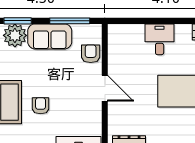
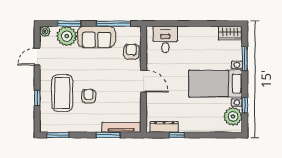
desk: (160, 39) -> (165, 39), moved

